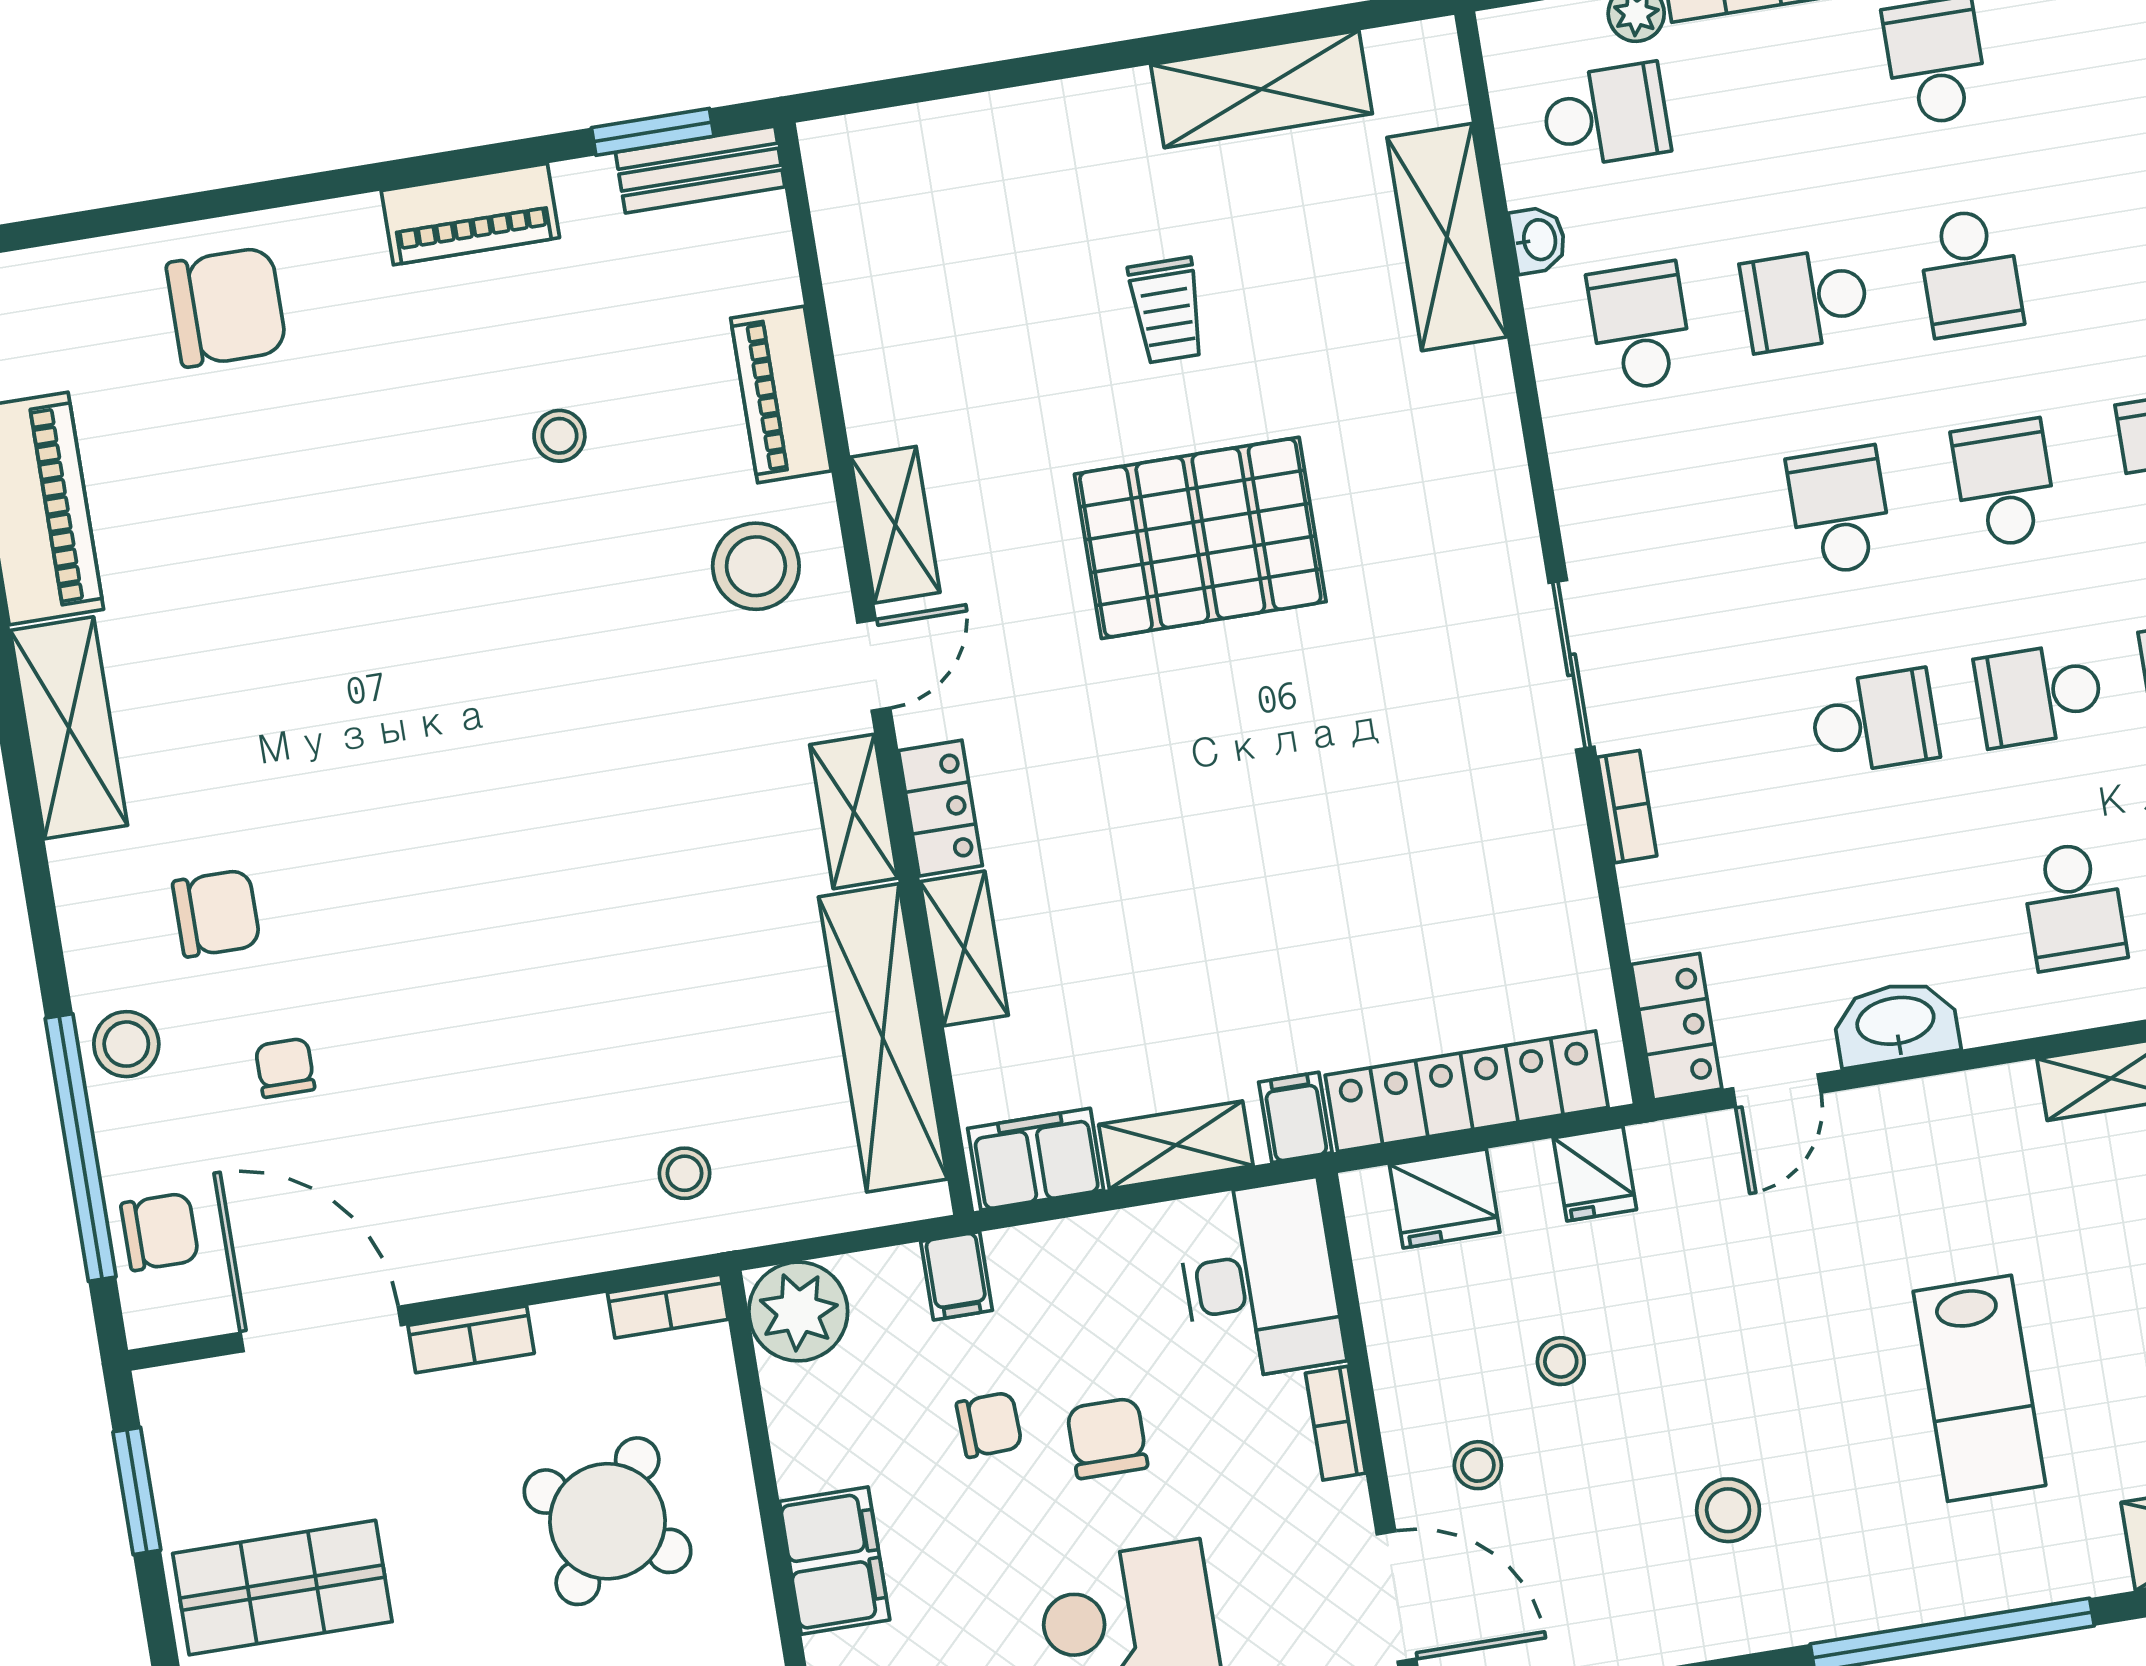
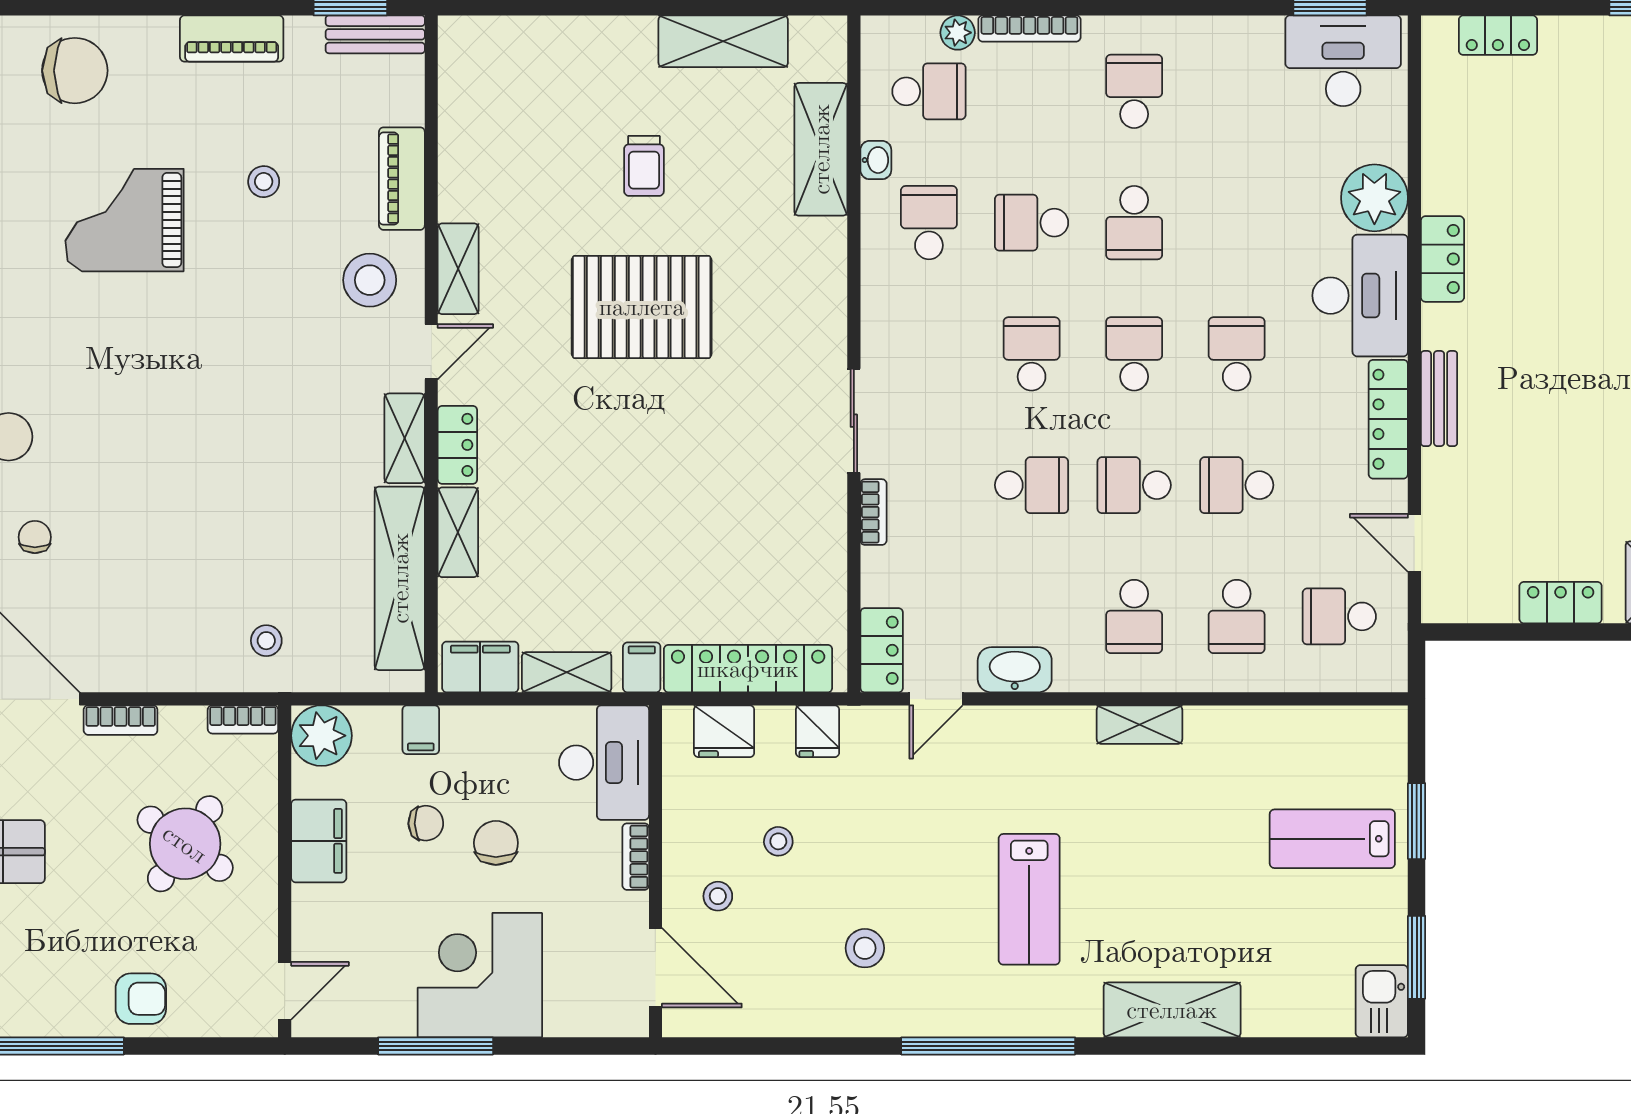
grand piano: (346, 534) -> (124, 220), added
filing cabinet: (835, 1561) -> (319, 841), moved

